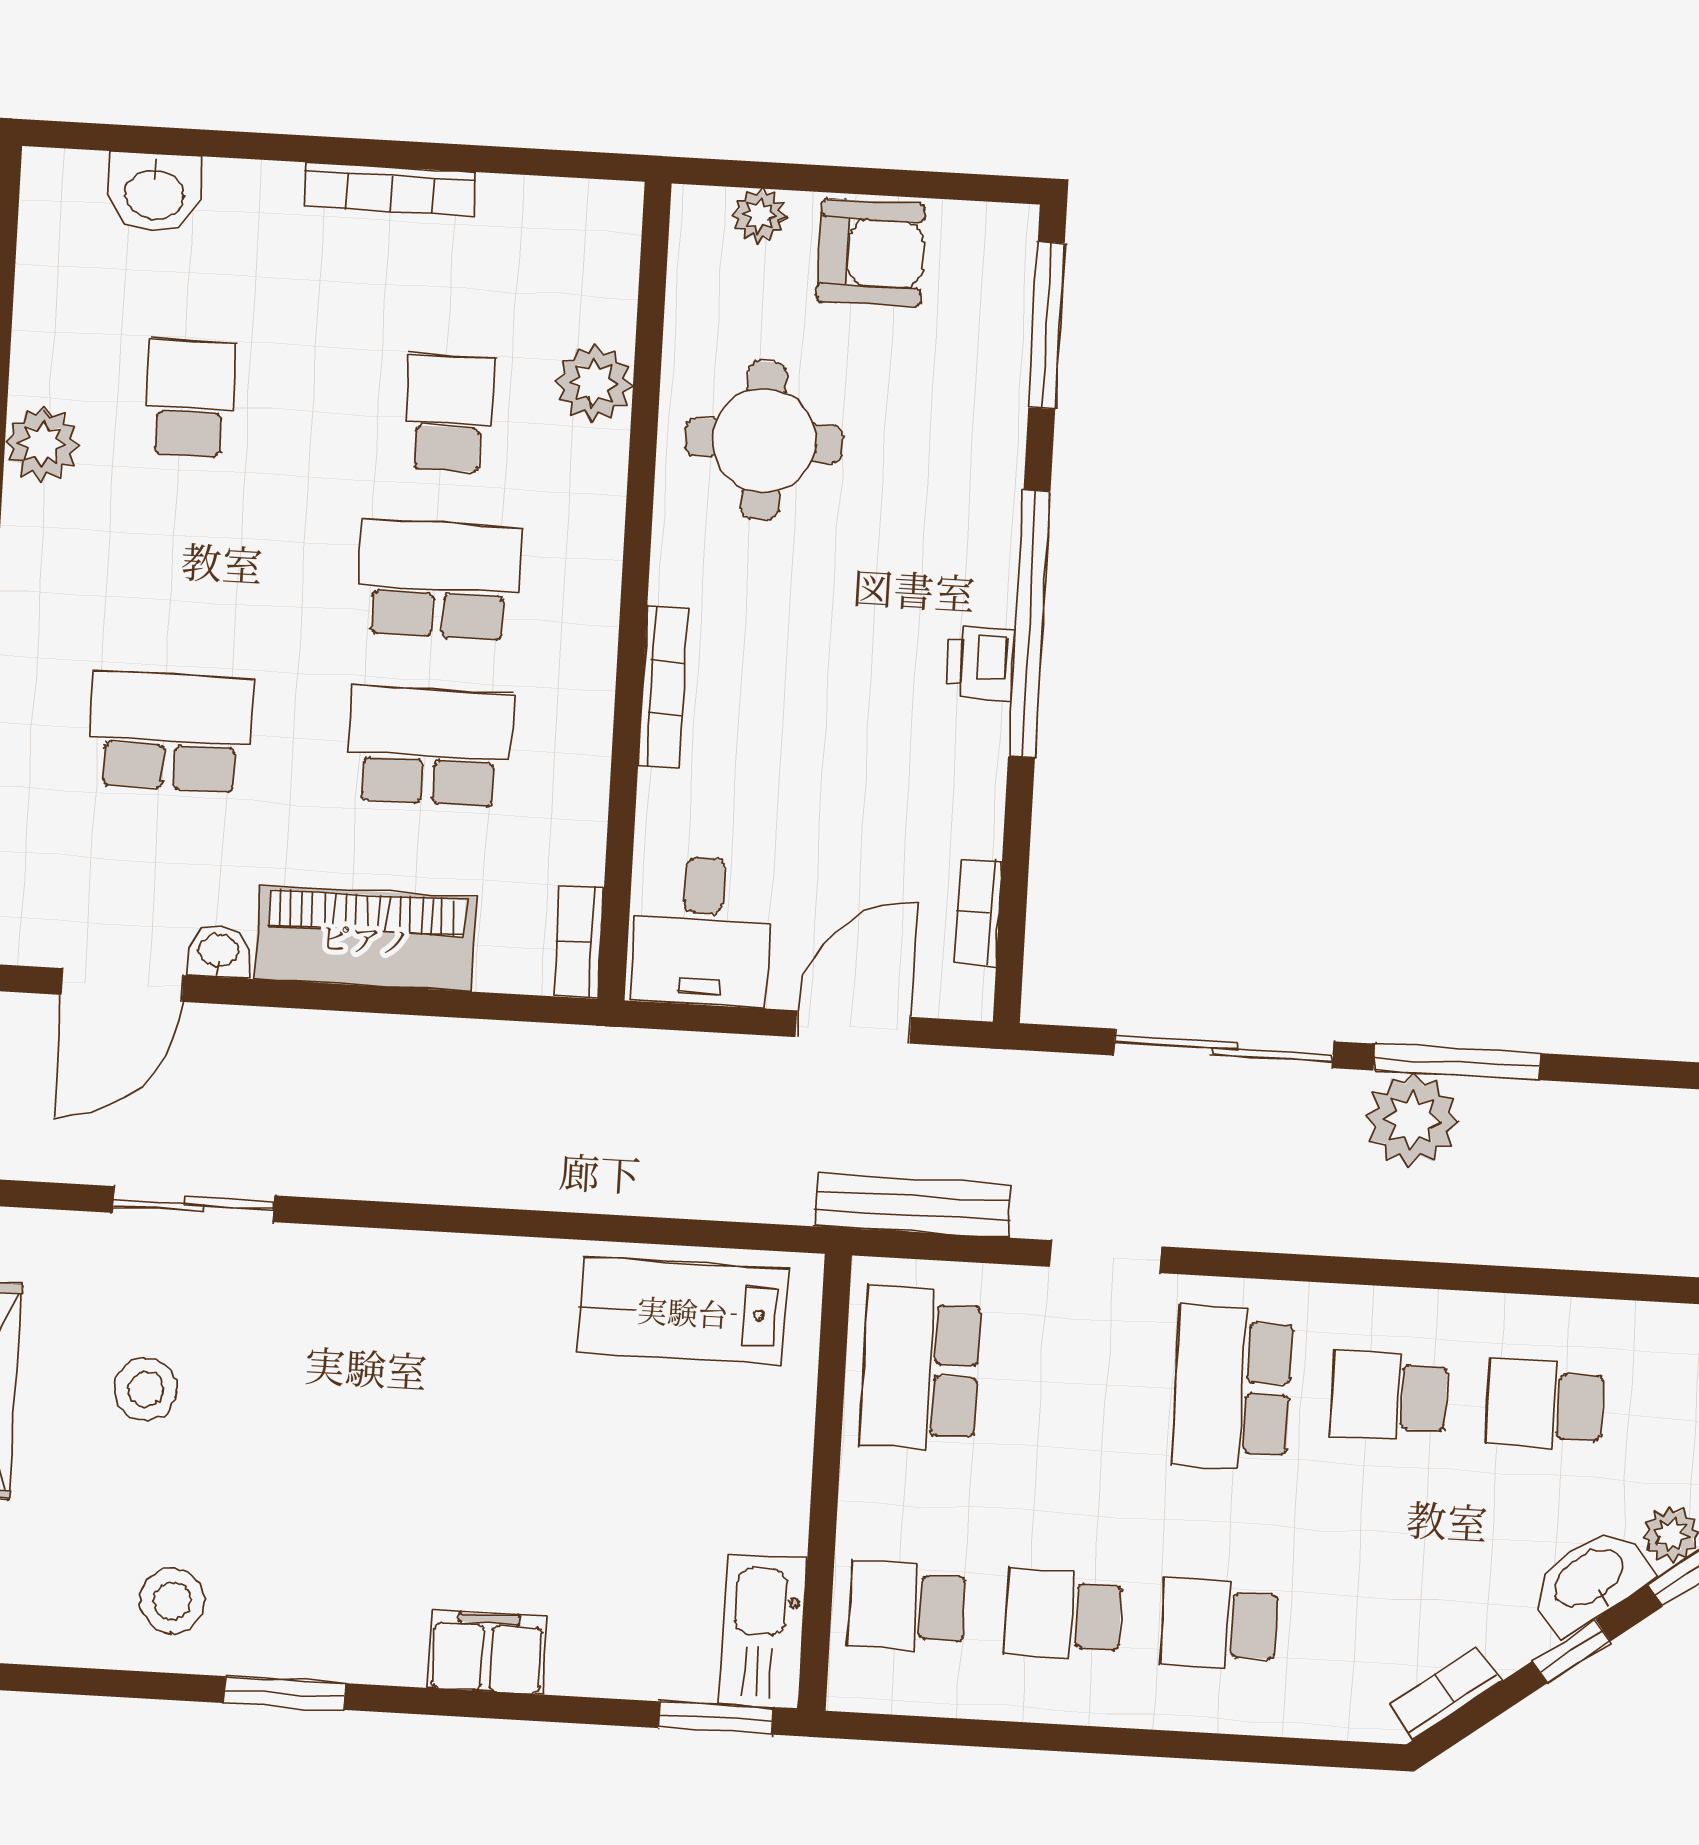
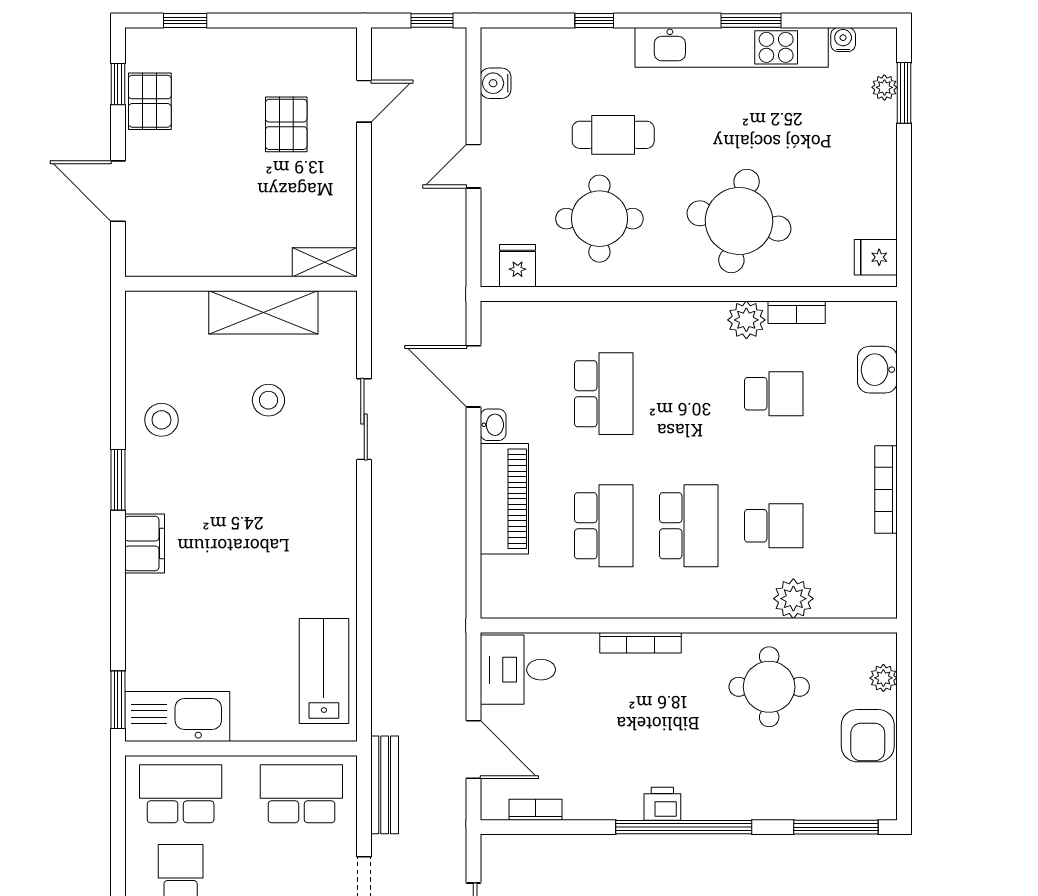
bookcase: (579, 942) -> (797, 312), moved, turned 180
school desk: (907, 1606) -> (181, 794), width x1.85
kitchen sink: (763, 1632) -> (177, 717), width x1.36, depth x1.24
filing cabinet: (487, 1652) -> (145, 544), moved

